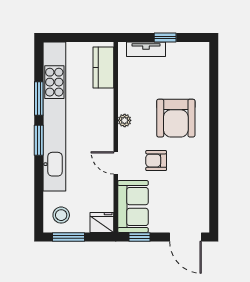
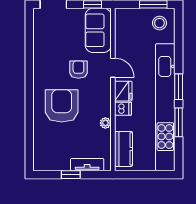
dishwasher: (104, 115) -> (123, 109), added
plant: (125, 120) -> (105, 123), moved
armchair: (156, 161) -> (78, 70), turned -90
fridge: (102, 223) -> (123, 91), moved, turned -90

